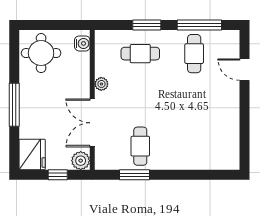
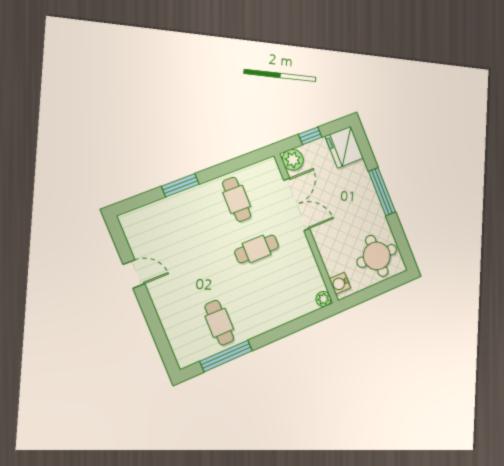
window: (147, 25) -> (282, 331), removed
cafe table: (140, 54) -> (257, 249), moved
door: (244, 70) -> (134, 274), moved
plant: (101, 84) -> (324, 299), moved
window: (134, 175) -> (180, 185), moved

